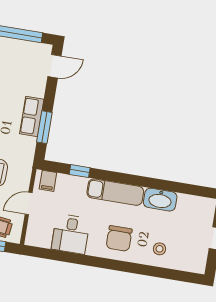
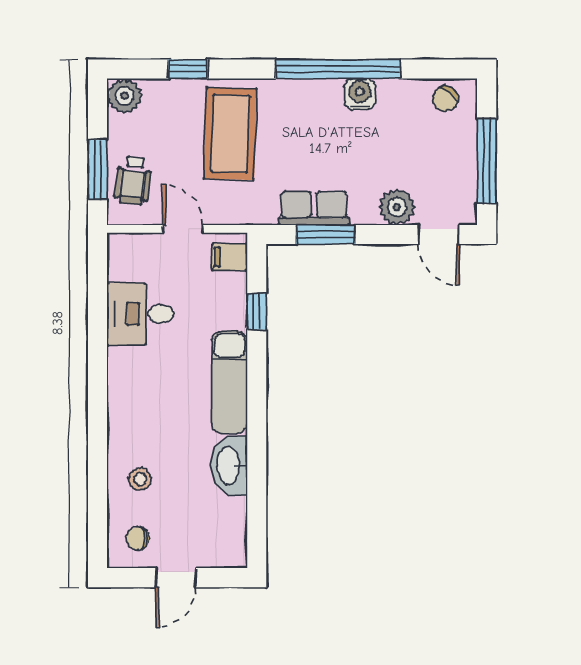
plant: (36, 86) -> (397, 207), added
row of seats: (32, 116) -> (314, 208), moved
chair: (119, 238) -> (137, 539), moved, width x0.54, depth x0.54

